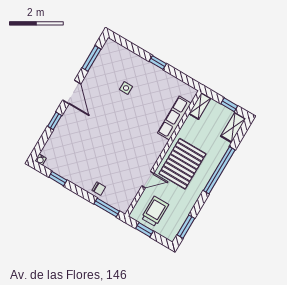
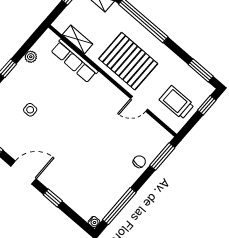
plant: (171, 80) -> (31, 57), added
shelving: (200, 106) -> (78, 39), moved
window: (58, 179) -> (119, 206), width x2.17
door: (148, 180) -> (139, 104), swing flipped
window: (144, 230) -> (207, 105), moved

